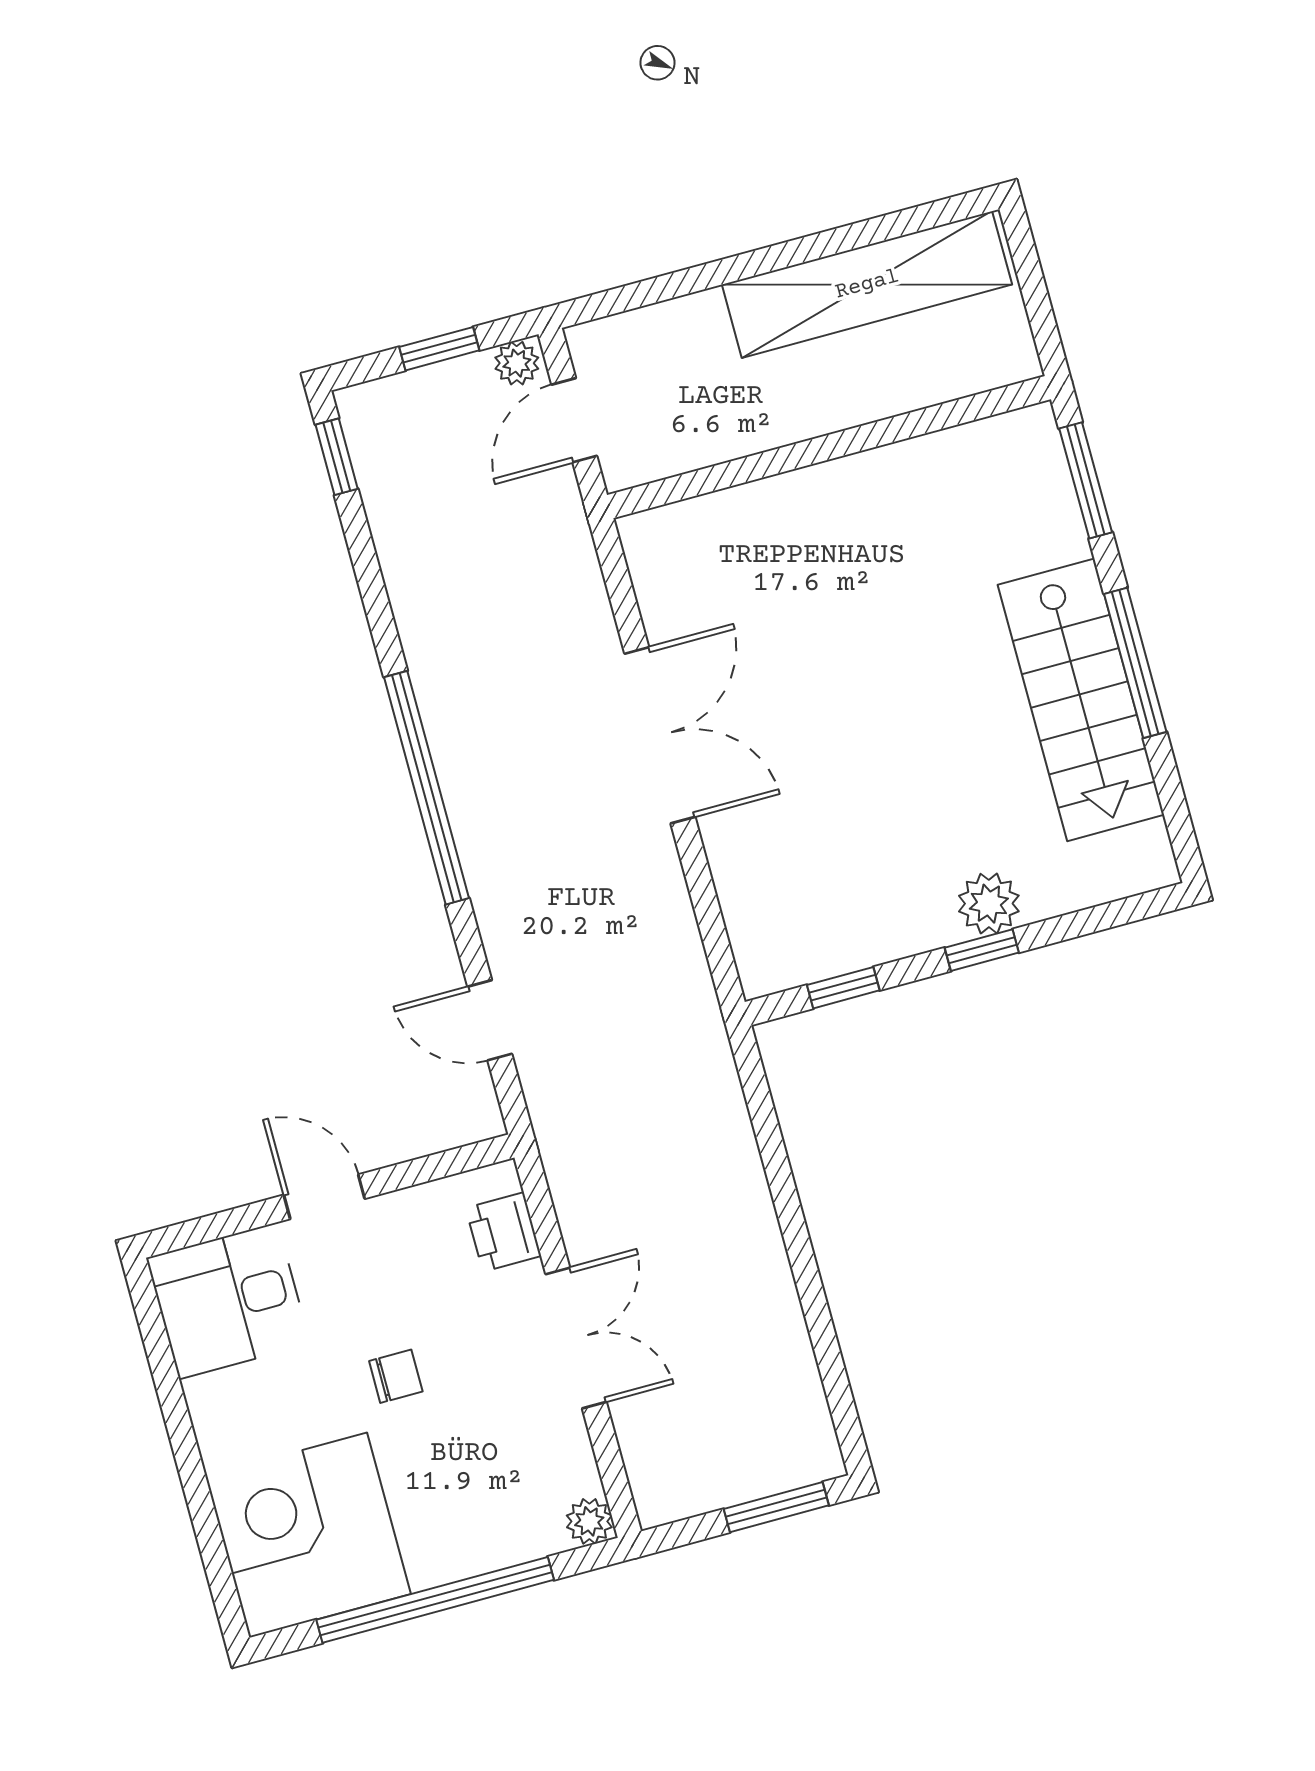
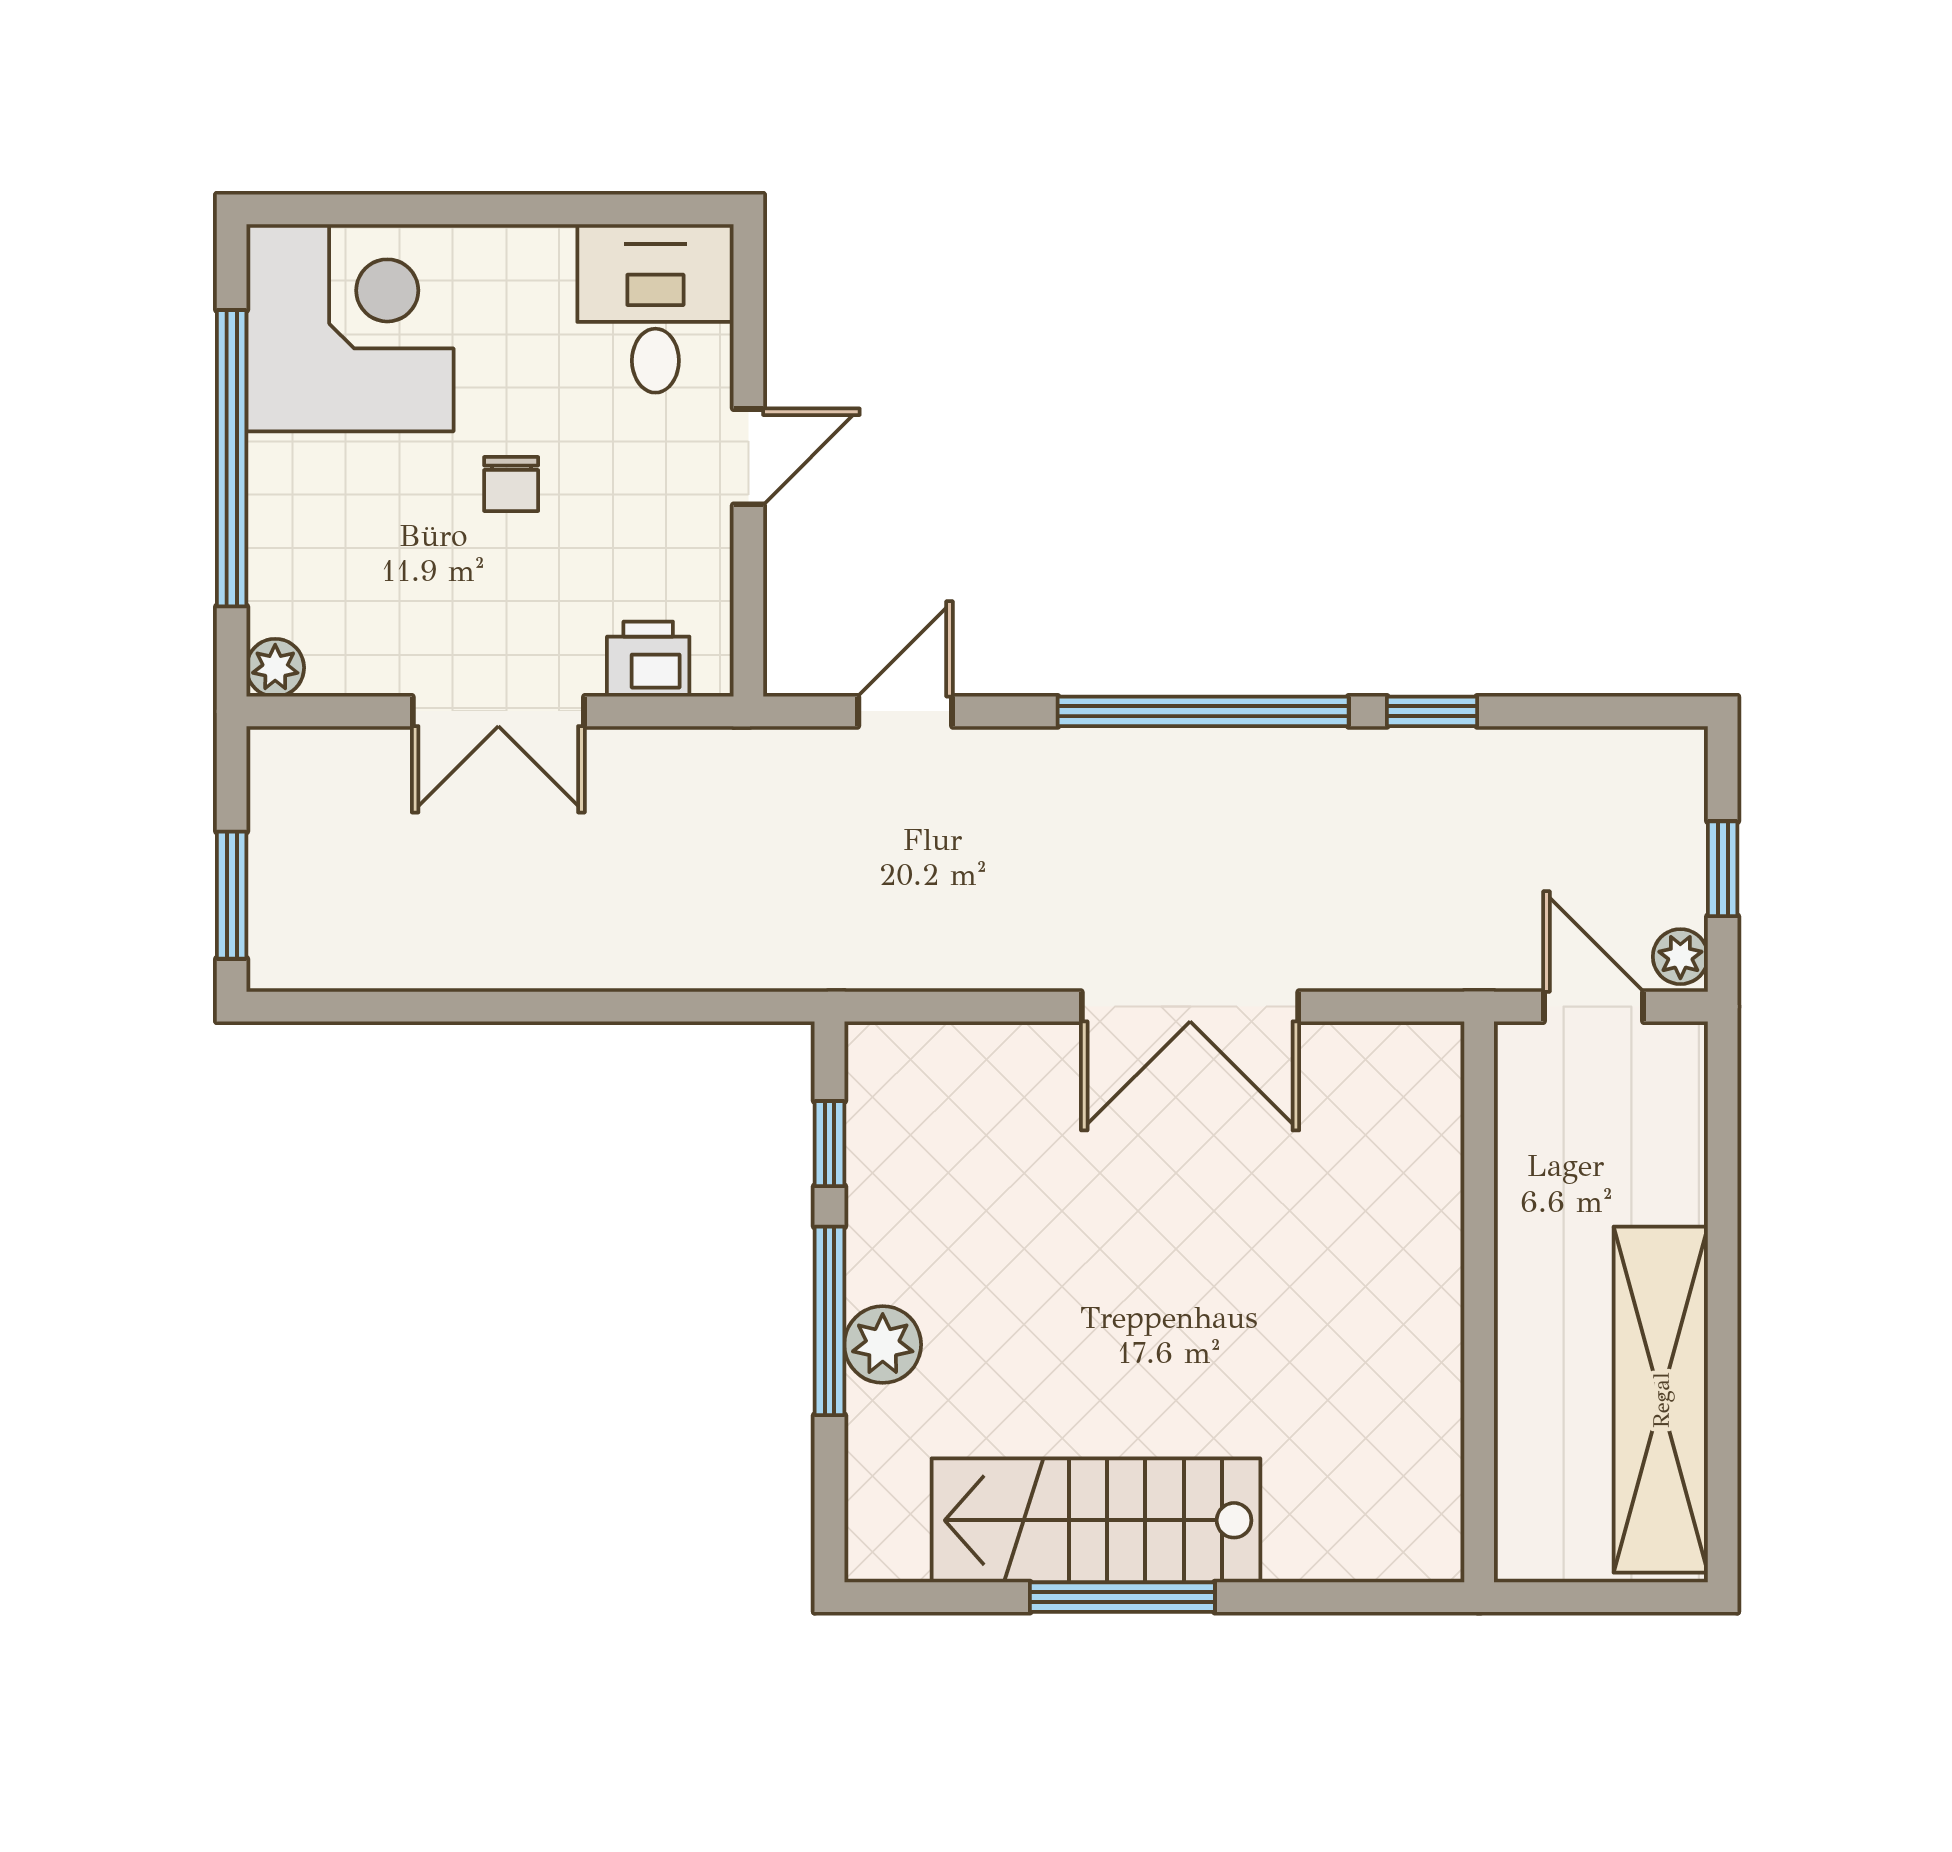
window: (337, 457) -> (1432, 711), moved
window: (1086, 480) -> (1356, 1597), removed
window: (982, 950) -> (829, 1321), width x2.17

